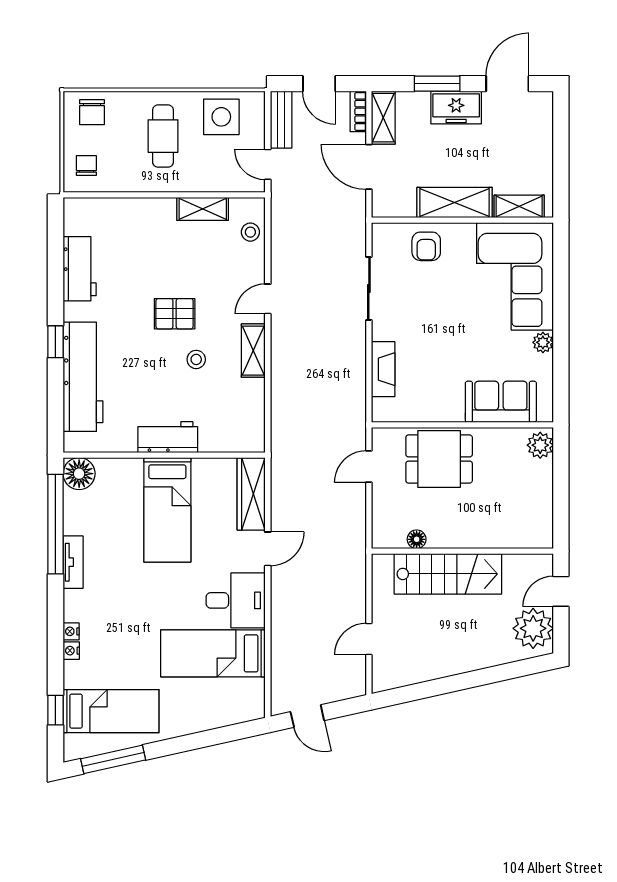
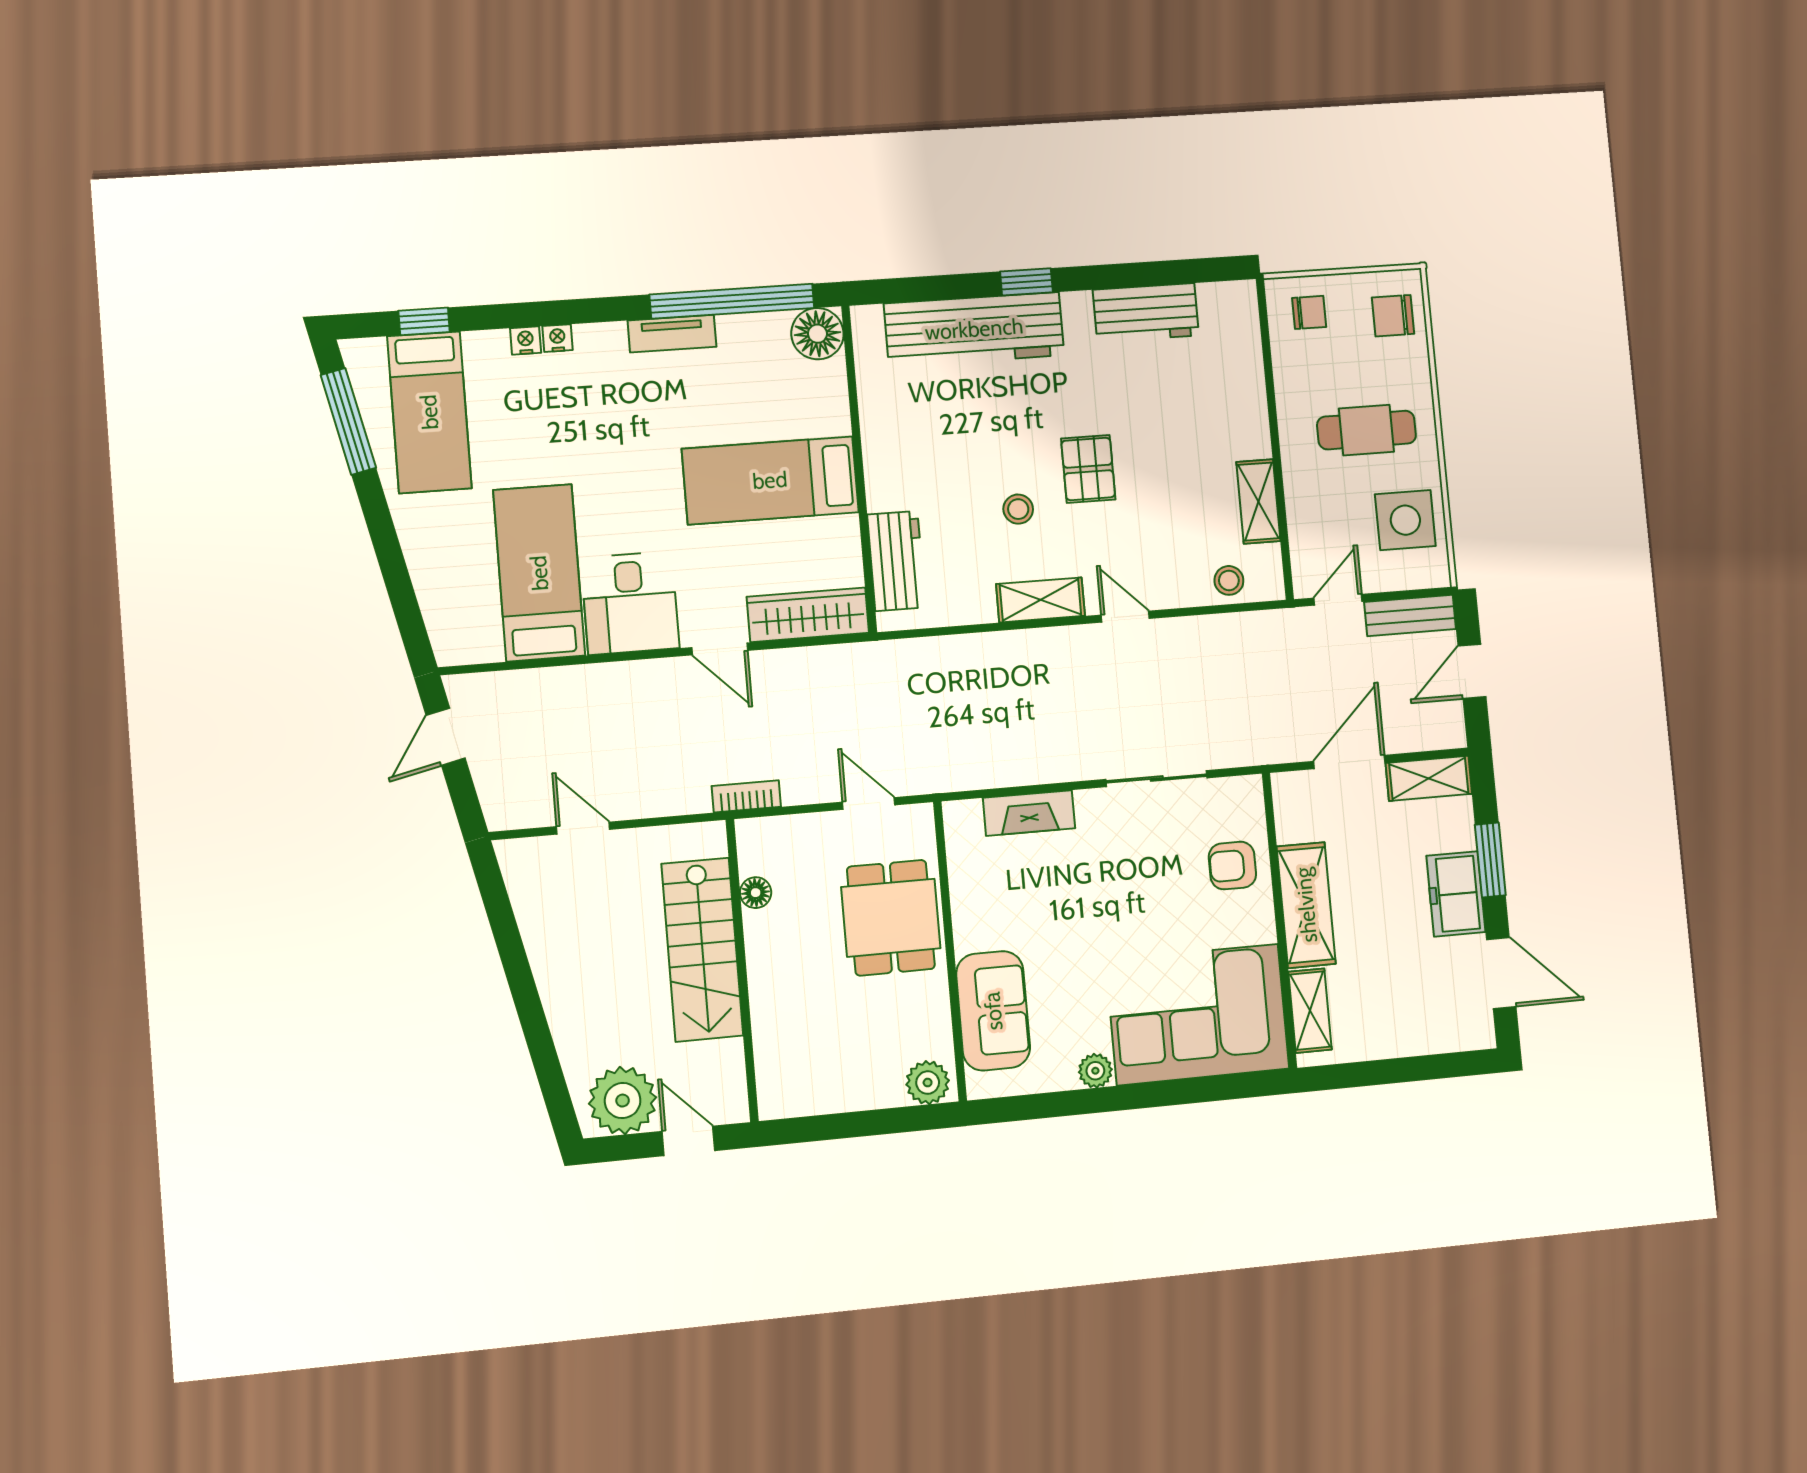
bookcase: (358, 111) -> (746, 796), moved
workbench: (168, 437) -> (896, 561), moved

